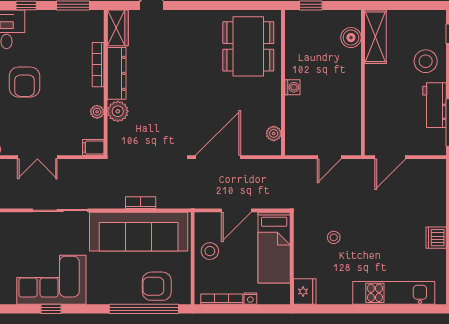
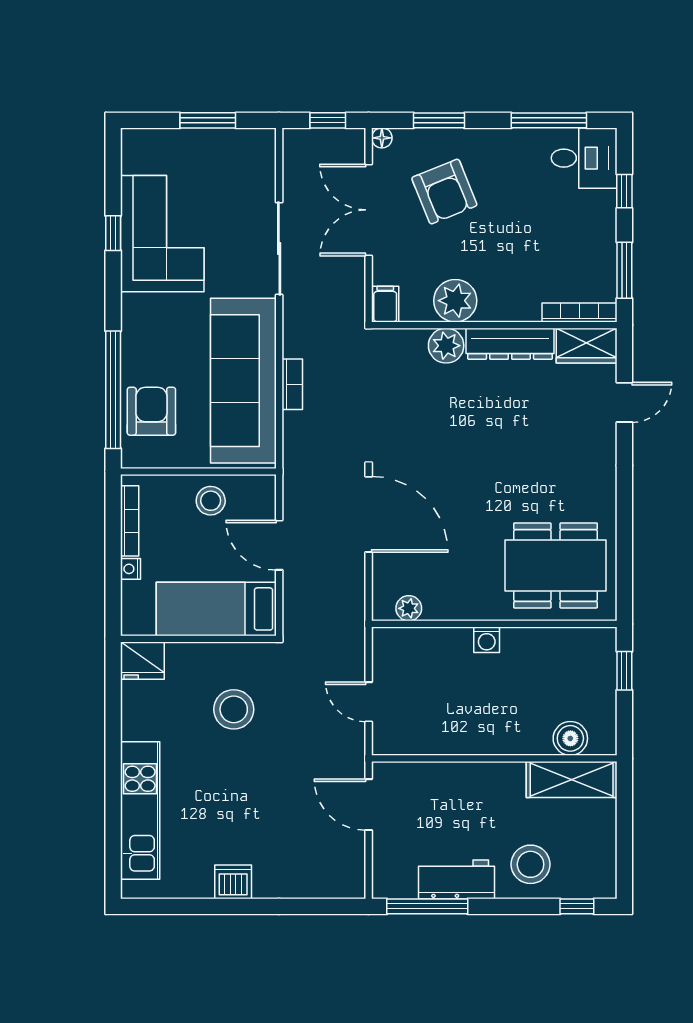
bookcase: (98, 65) -> (579, 312), moved
armchair: (25, 82) -> (444, 192), moved, turned -112
plant: (97, 112) -> (455, 301), width x1.88, depth x1.88
double door: (37, 157) -> (369, 210), width x1.37
stool: (334, 237) -> (234, 709), width x1.89, depth x1.89

